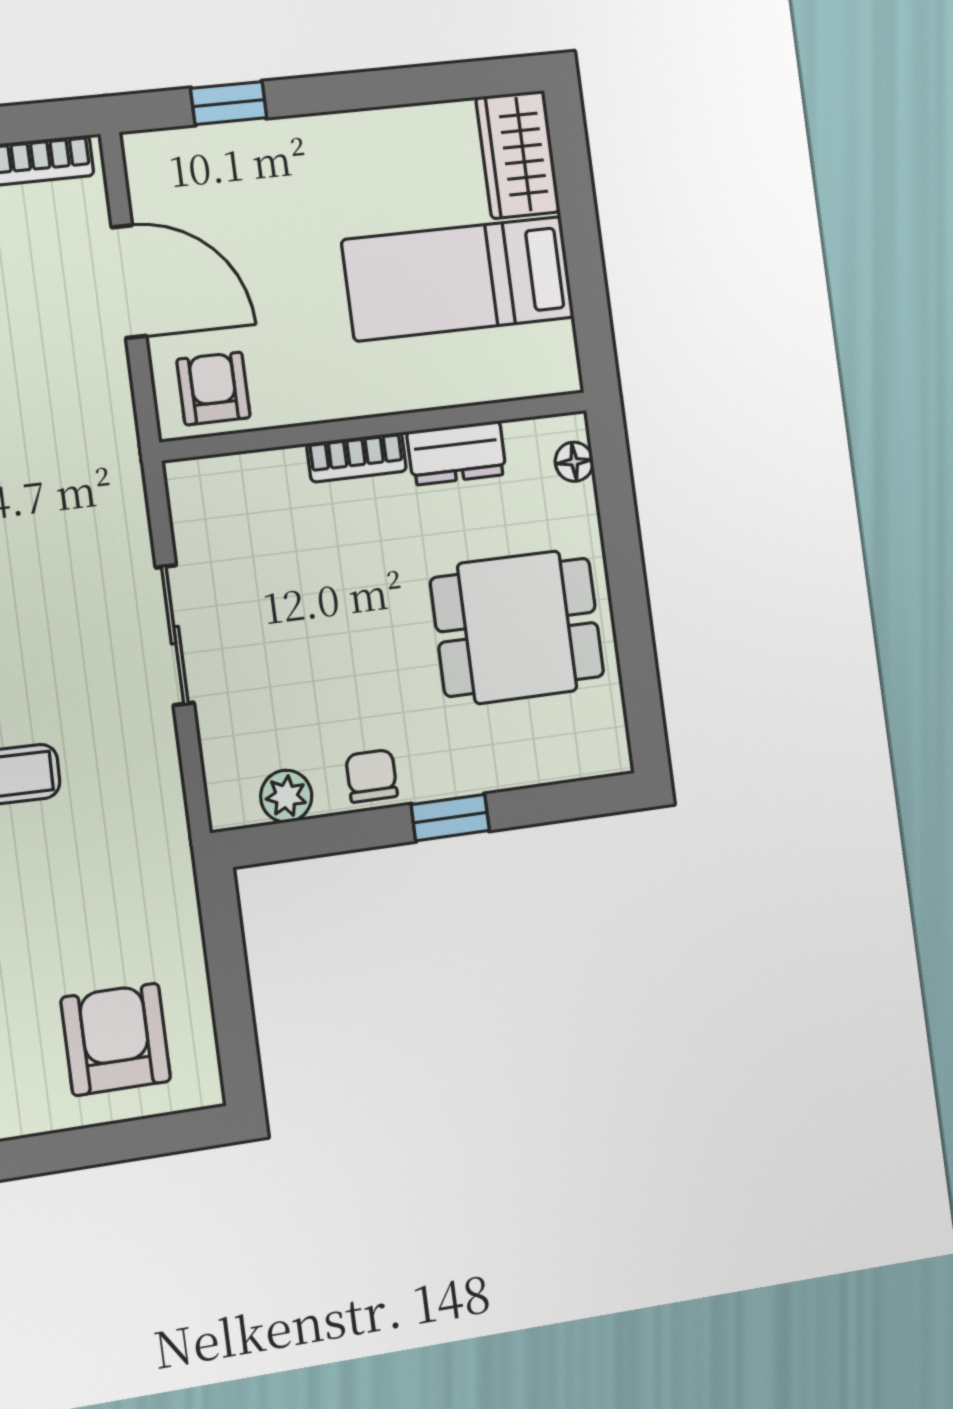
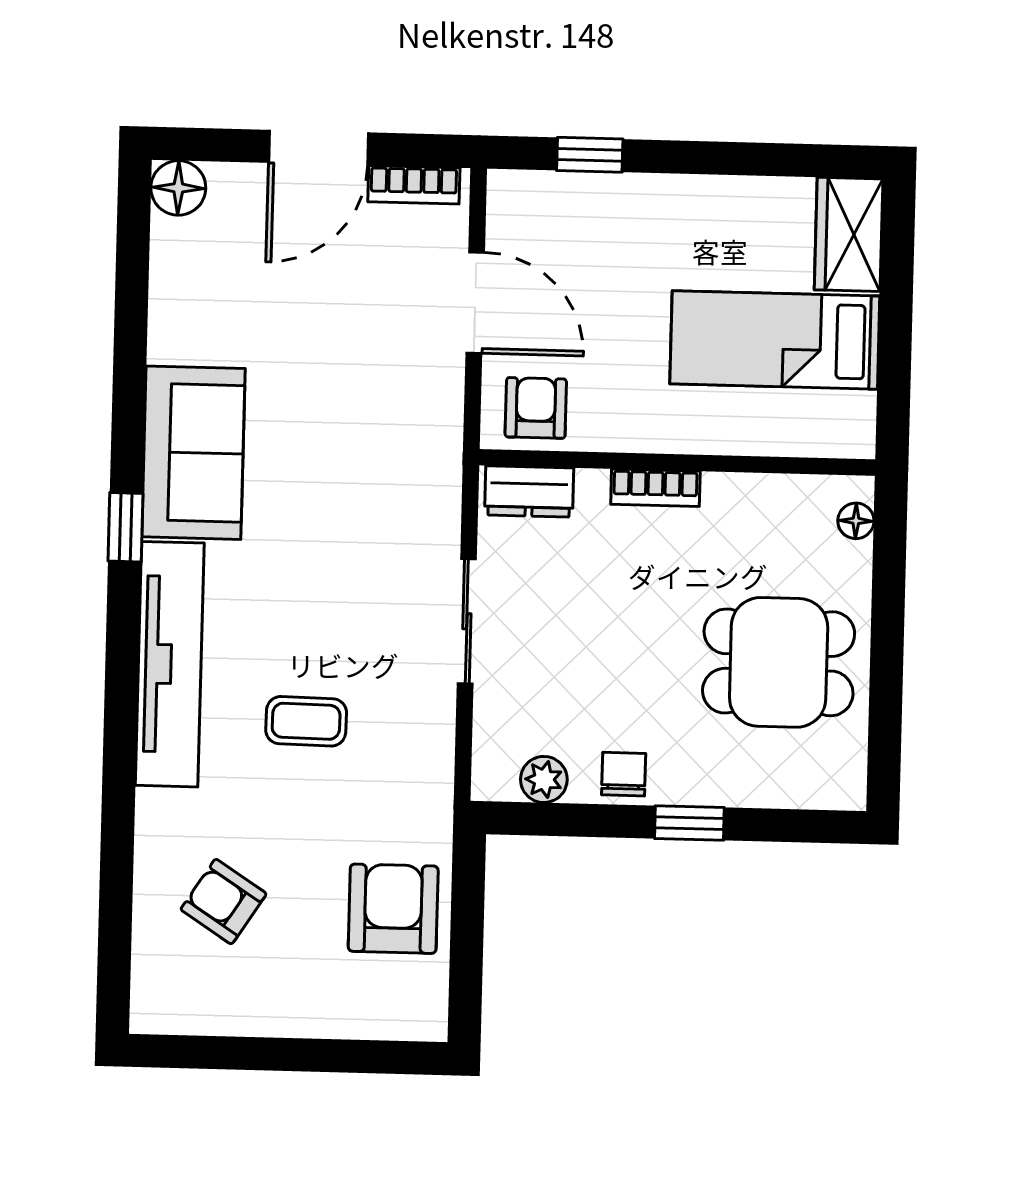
dresser: (457, 453) -> (529, 491), moved
armchair: (116, 1039) -> (393, 909), moved

